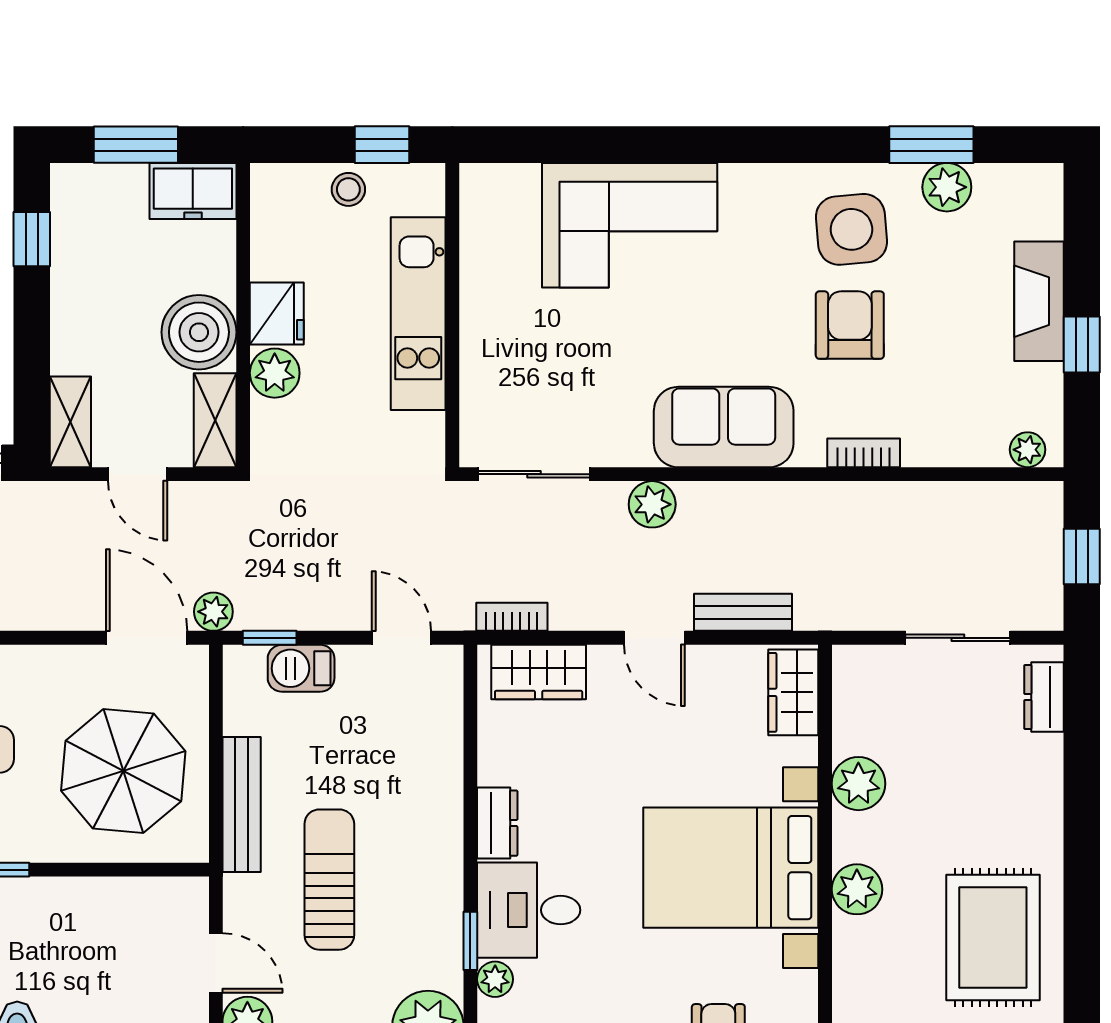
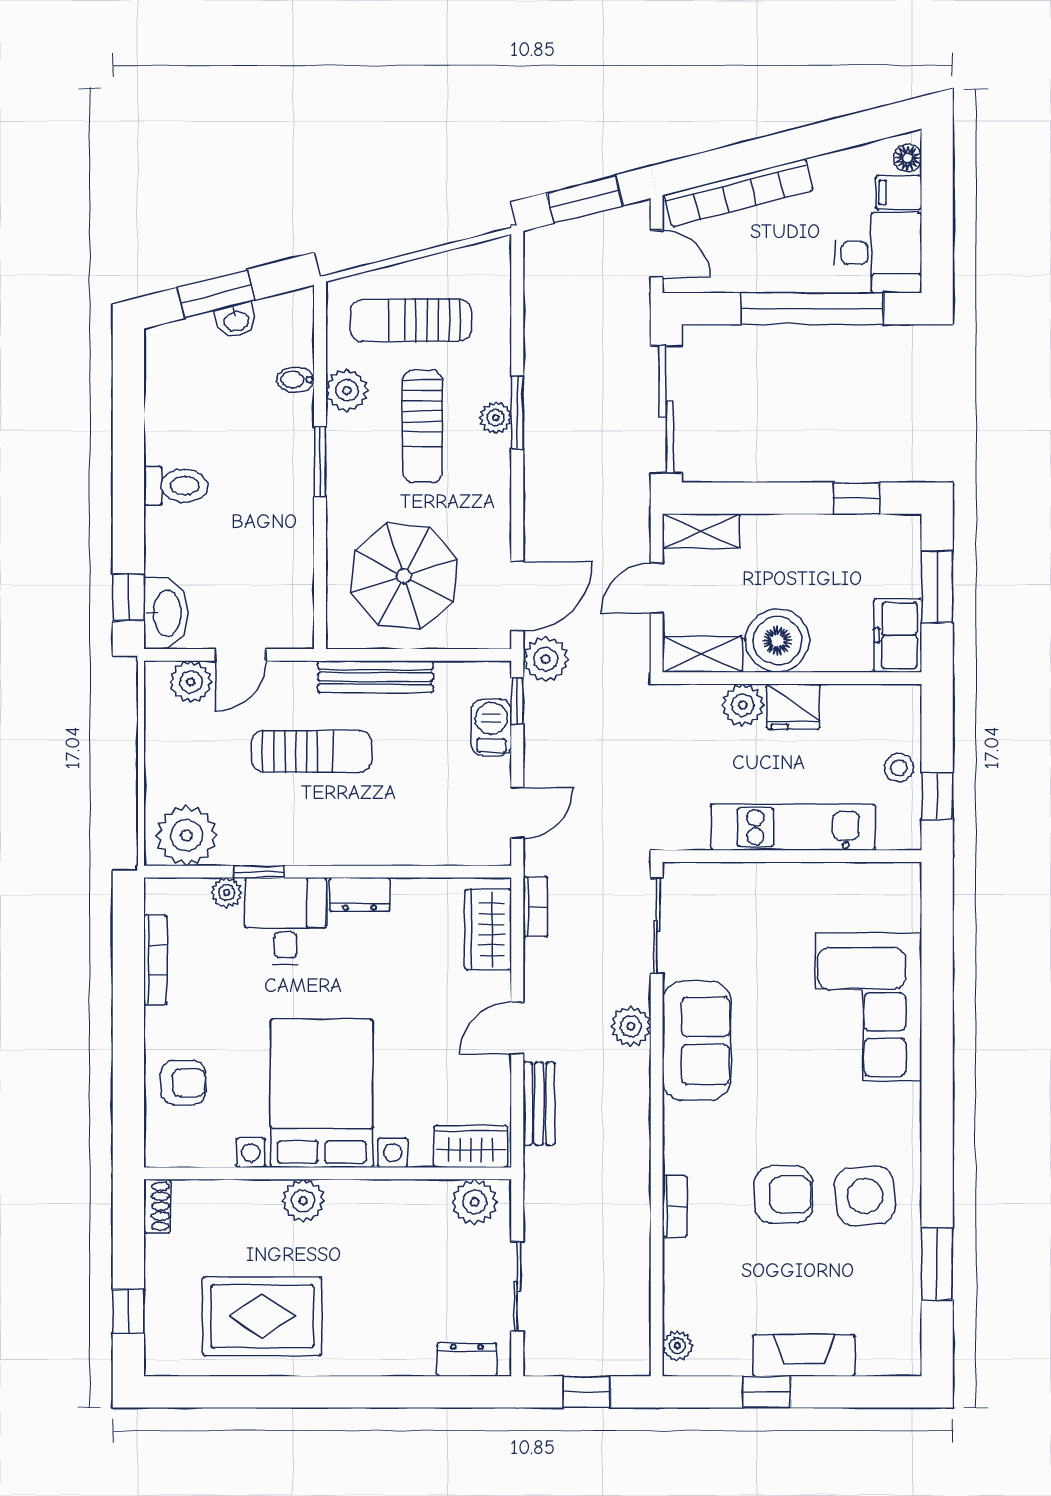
plant: (947, 187) -> (901, 1277), removed
sofa: (724, 427) -> (697, 1041), moved
plant: (213, 612) -> (546, 659), width x1.38, depth x1.38
plant: (858, 784) -> (475, 1202), moved

